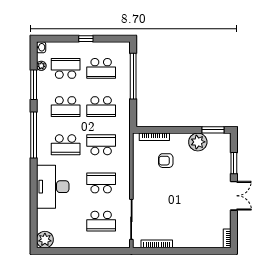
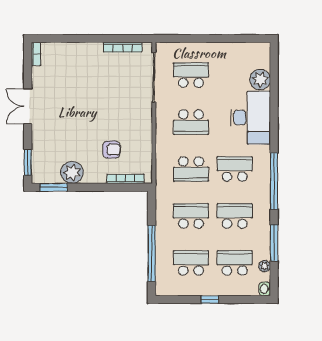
school desk: (66, 68) -> (235, 263), turned 180
window: (234, 163) -> (28, 162), moved
plant: (45, 240) -> (260, 80), moved

